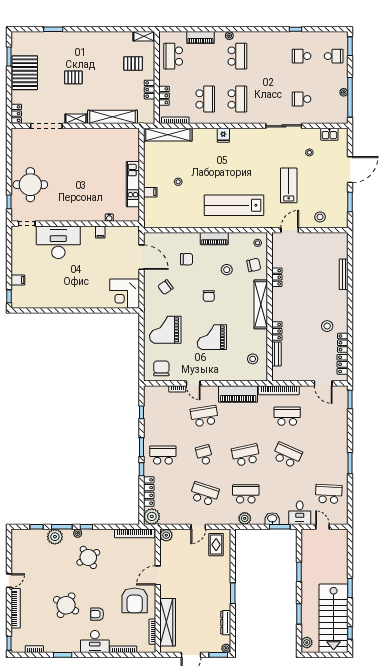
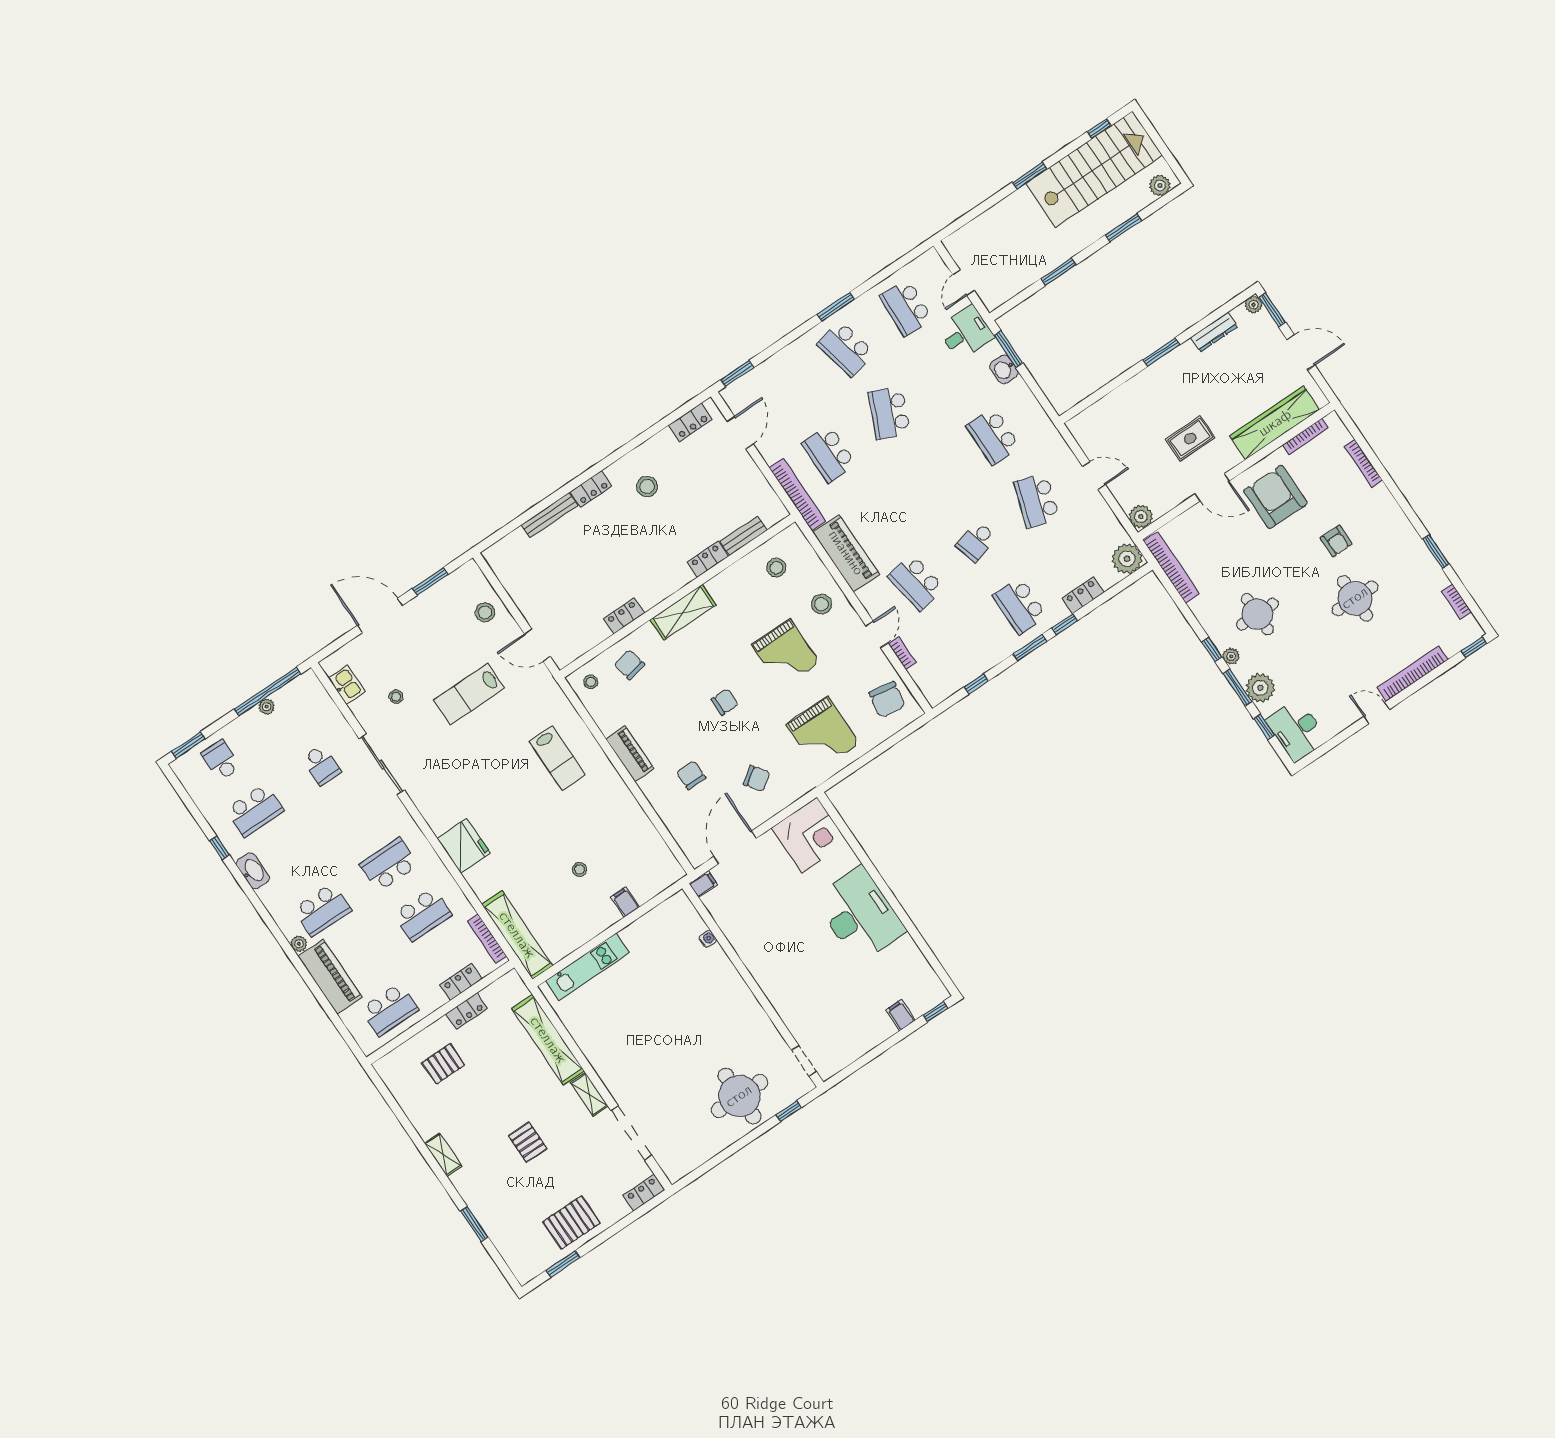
shelving: (144, 36) -> (443, 1155), moved
washbasin: (275, 37) -> (253, 871), added
piano: (200, 38) -> (330, 977), width x1.37, depth x1.33
school desk: (237, 56) -> (322, 910), turned 180
school desk: (302, 56) -> (255, 810), width x1.85
pallet: (133, 63) -> (443, 1064), turned 90
pallet: (25, 73) -> (571, 1222), width x0.73, depth x0.71
school desk: (205, 99) -> (423, 914), turned 180
fridge: (223, 135) -> (464, 846), width x1.88, depth x1.34
kitchen unit: (133, 184) -> (588, 967), moved
lab bench: (234, 205) -> (557, 758), width x0.54, depth x0.72
filing cabinet: (100, 232) -> (703, 884), moved
desk: (58, 242) -> (860, 915), moved, turned 180
stool: (227, 270) -> (821, 604), moved
shelving: (261, 304) -> (683, 612), width x0.68
locker: (343, 343) -> (591, 489), moved
chair: (161, 368) -> (887, 699), turned -80
school desk: (246, 455) -> (846, 349), moved
locker: (149, 492) -> (1083, 595), width x0.66
plant: (245, 518) -> (1032, 412), removed
rug: (216, 545) -> (1190, 438), moved
round table: (88, 557) -> (1257, 614), turned 31
armchair: (135, 600) -> (1275, 497), turned -90
round table: (66, 605) -> (1355, 598), turned -31
desk: (95, 642) -> (1297, 730), moved, turned 180

